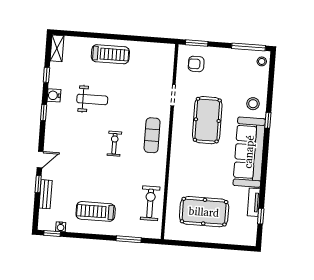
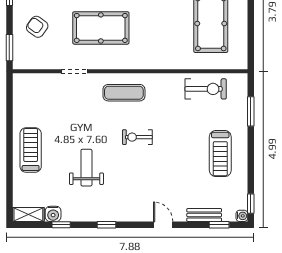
armchair: (196, 64) -> (37, 27), moved, turned 126
water cooler: (54, 95) -> (53, 214), moved
window: (38, 184) -> (219, 225), moved
exercise bike: (150, 203) -> (206, 89), turned 180
water cooler: (61, 227) -> (242, 216), moved

